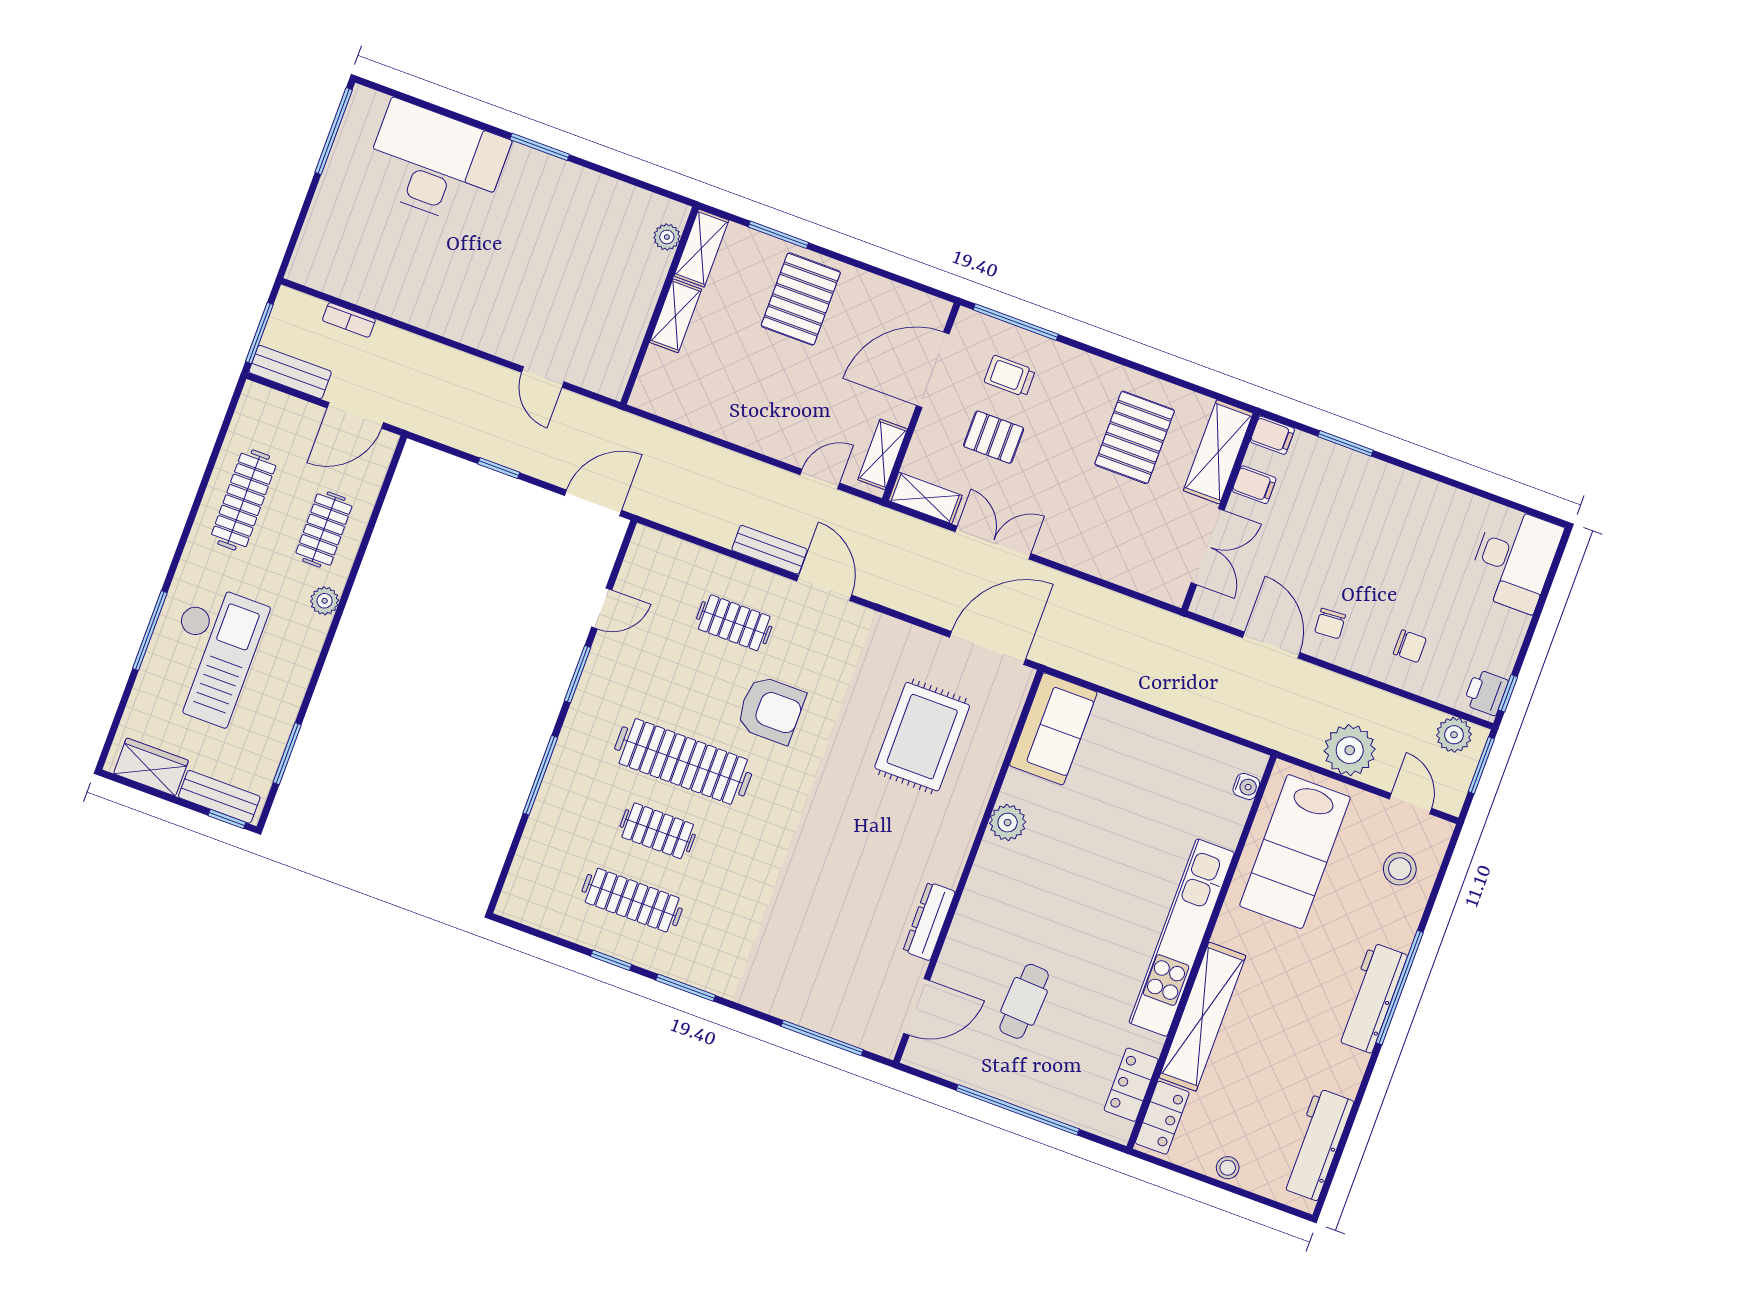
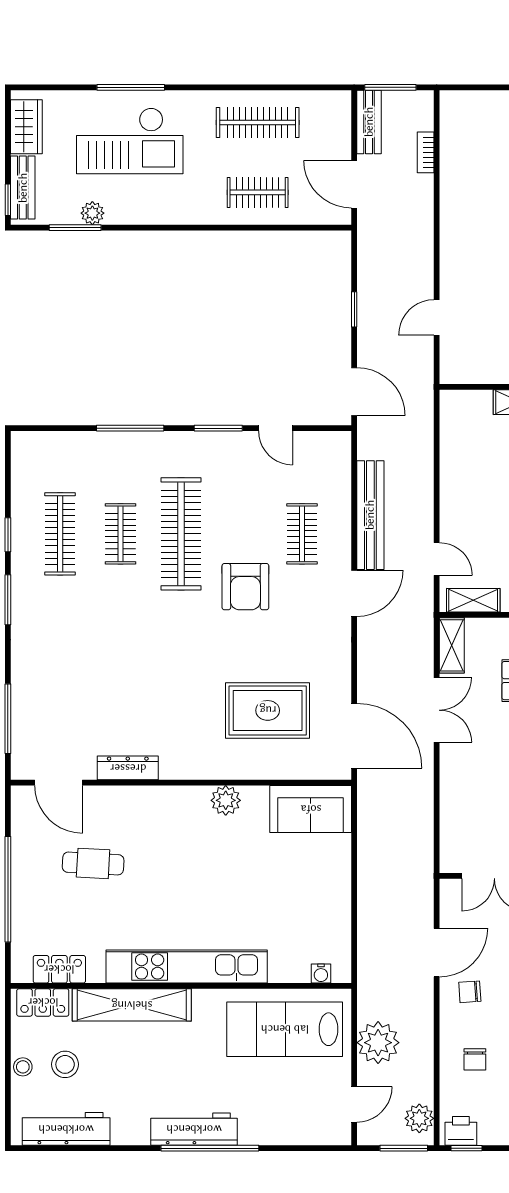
bench: (770, 550) -> (370, 515), width x1.86, depth x1.21
plant: (325, 601) -> (92, 213), moved
stool: (1400, 869) -> (65, 1064), moved

